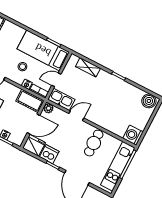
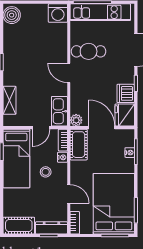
door: (56, 80) -> (41, 128), hinge flipped
door: (76, 116) -> (69, 73), moved

